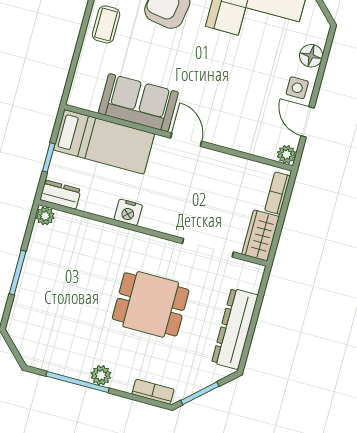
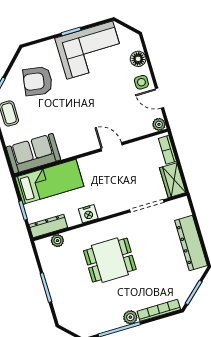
sofa: (138, 103) -> (33, 153), moved
door: (186, 140) -> (112, 147), moved
dresser: (60, 195) -> (48, 226), width x1.44
plant: (45, 216) -> (57, 241), moved
dining table: (151, 304) -> (110, 260), moved
bookcase: (153, 392) -> (159, 310), width x1.56

